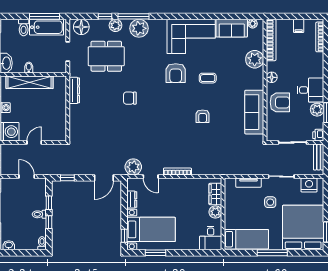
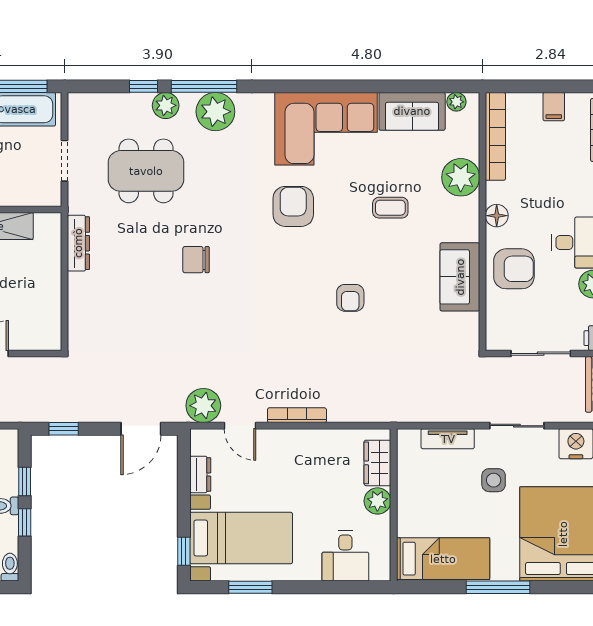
floor lamp: (81, 27) -> (93, 109), removed
armchair: (176, 73) -> (293, 206), turned 180
coffee table: (208, 78) -> (390, 208), moved
sofa: (254, 112) -> (460, 277), width x0.73
desk: (211, 238) -> (345, 556), moved

